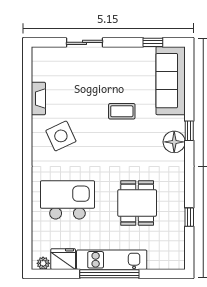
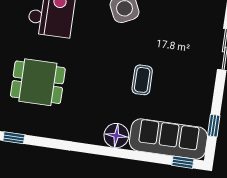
window: (189, 131) -> (183, 162), moved
floor lamp: (174, 142) -> (116, 136), moved

